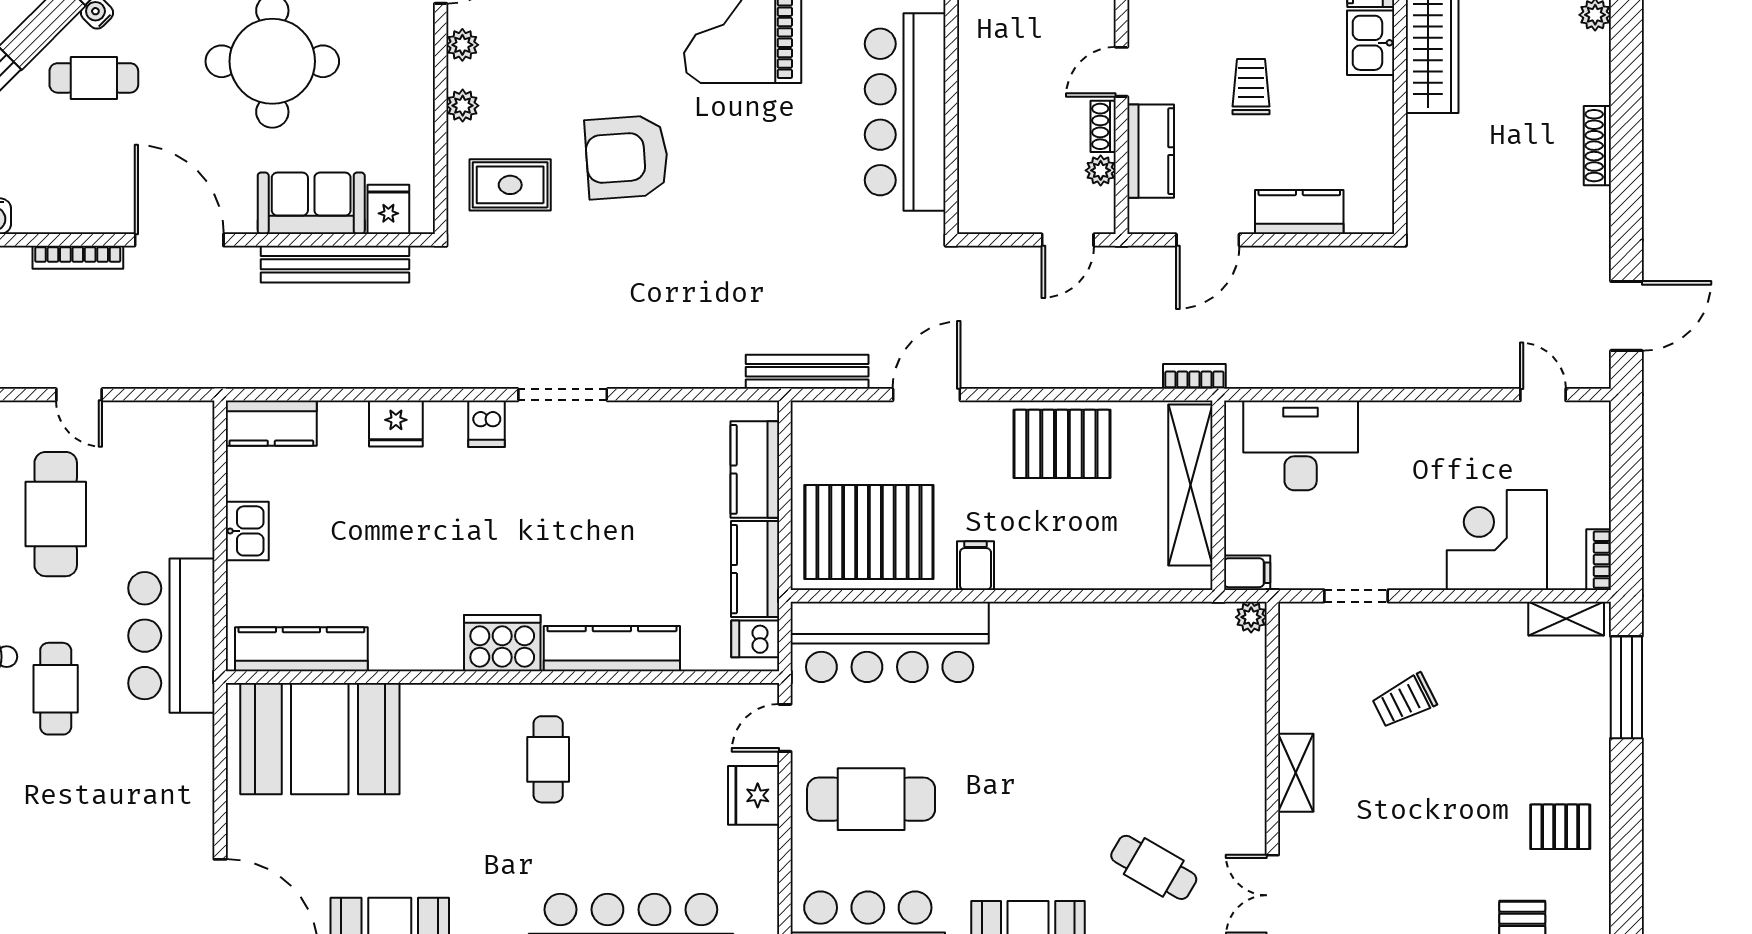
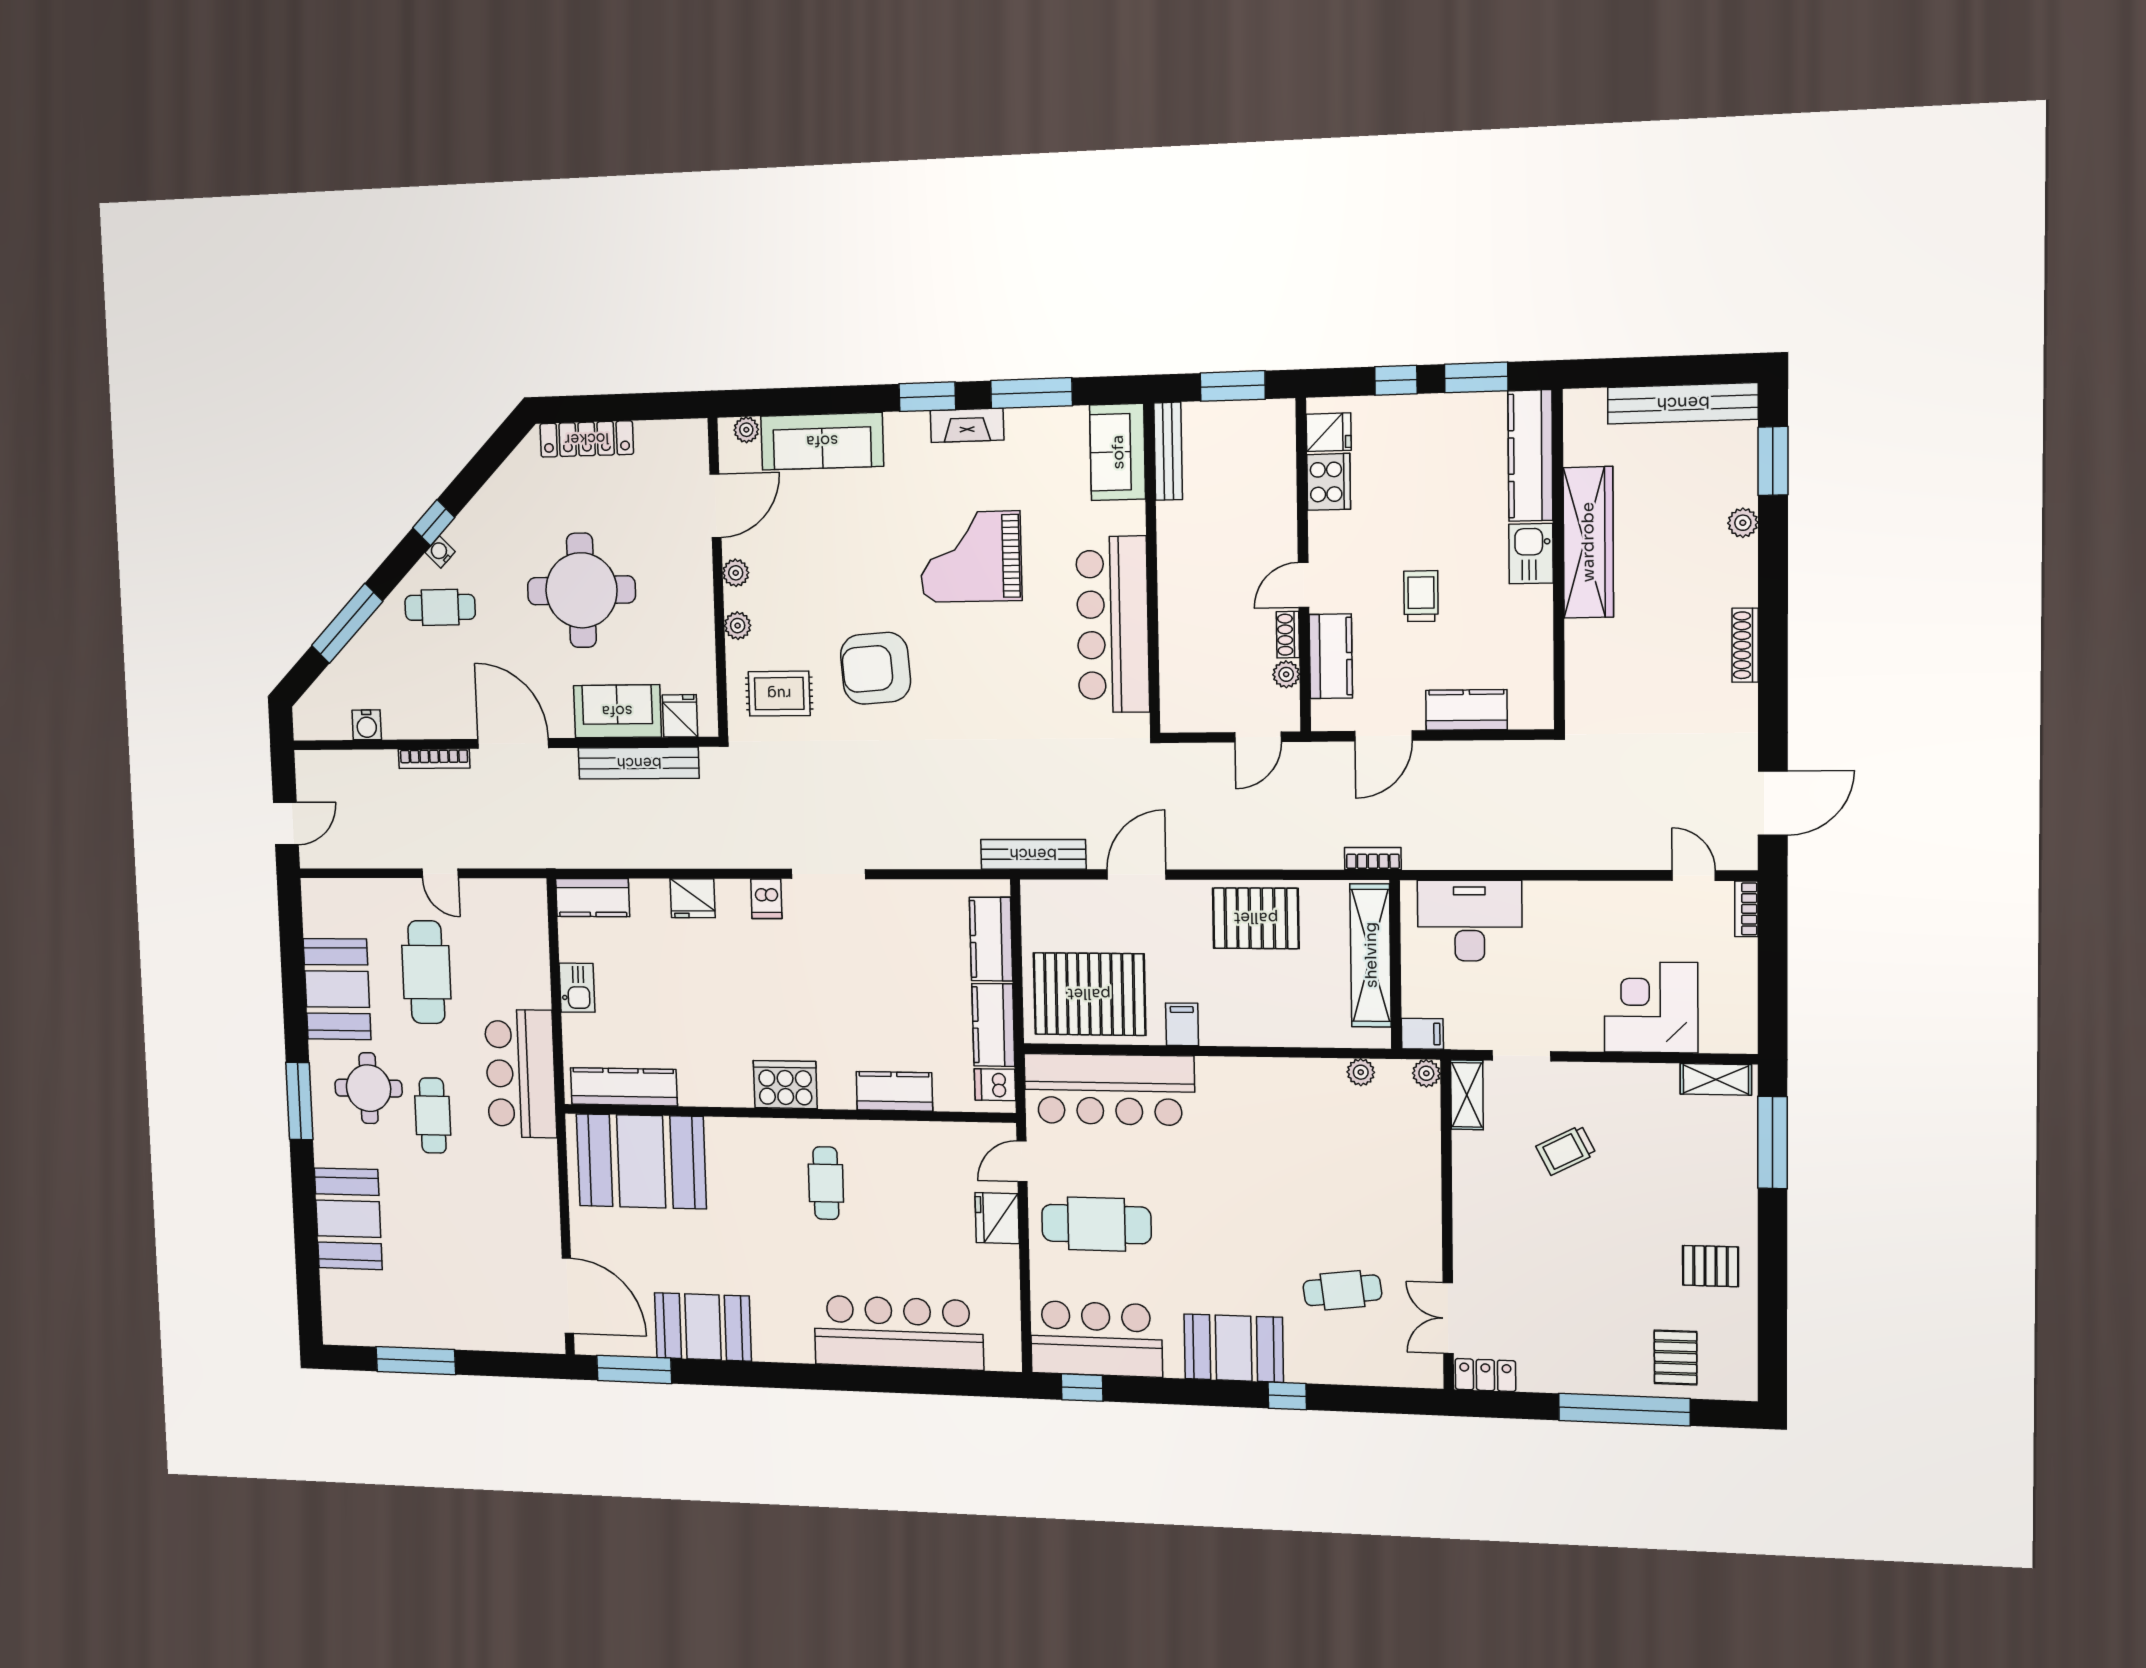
bookcase: (1599, 560) -> (1746, 909), moved
plant: (1178, 617) -> (1361, 1072), added
kitchen counter: (612, 649) -> (894, 1091), width x0.67
shelving: (1296, 773) -> (1467, 1095), moved
cafe table: (1154, 867) -> (1342, 1290), turned -37

